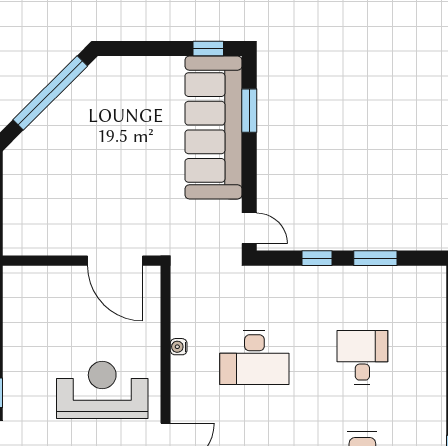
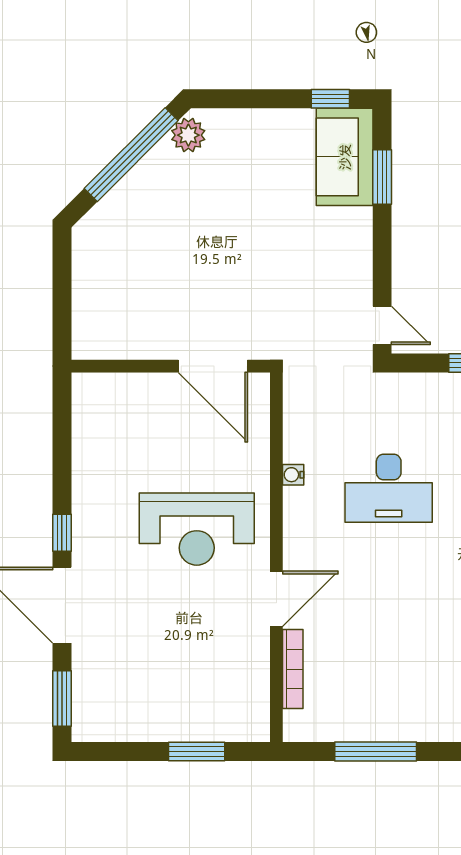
plant: (96, 77) -> (188, 135), added
sofa: (213, 128) -> (345, 157), width x0.54, depth x0.79
reception desk: (102, 390) -> (197, 529), turned 180

